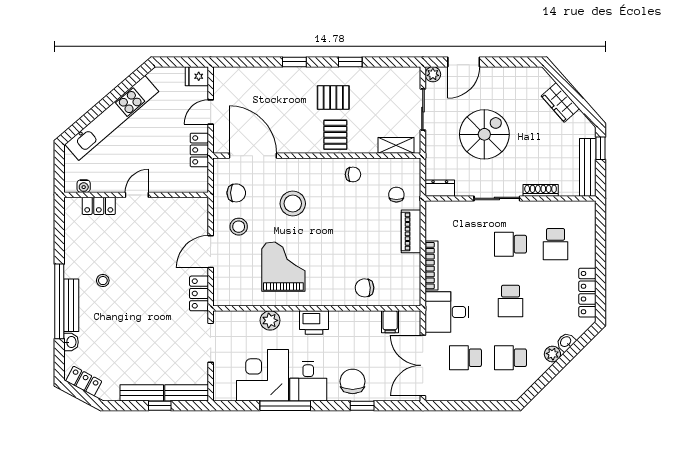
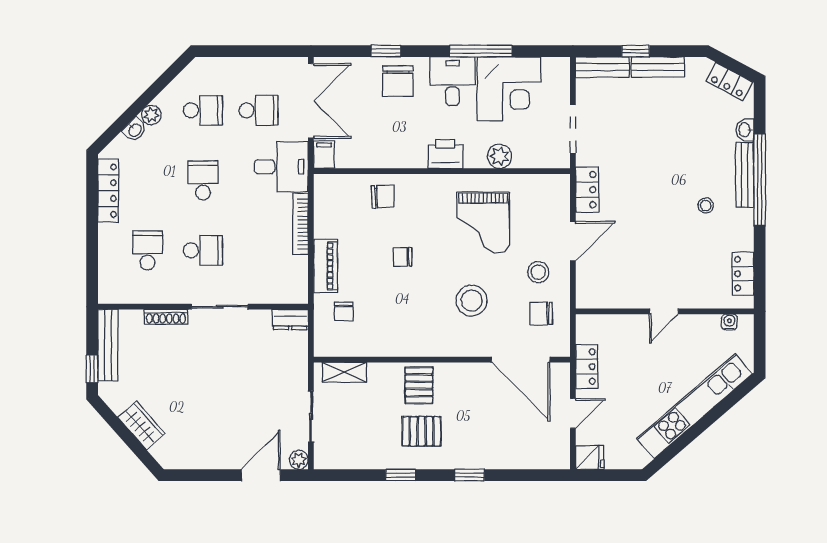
spiral stairs: (484, 134) -> (235, 386), removed
chair: (353, 174) -> (402, 257), moved
locker: (99, 206) -> (743, 274), moved, turned -90
filing cabinet: (390, 322) -> (324, 155), moved

